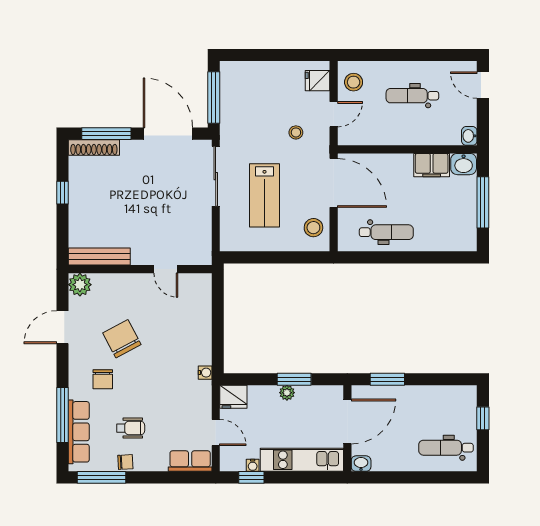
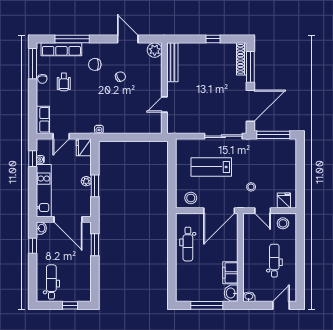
chair: (122, 339) -> (120, 77), width x0.54, depth x0.54
window: (389, 477) -> (33, 246), added

